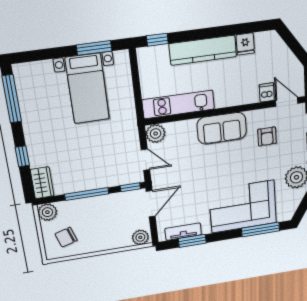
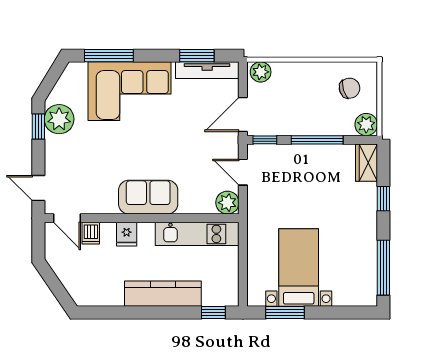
fridge: (245, 44) -> (127, 234), moved, turned 180
armchair: (267, 136) -> (94, 178), removed
tv unit: (183, 232) -> (207, 70), width x1.41

